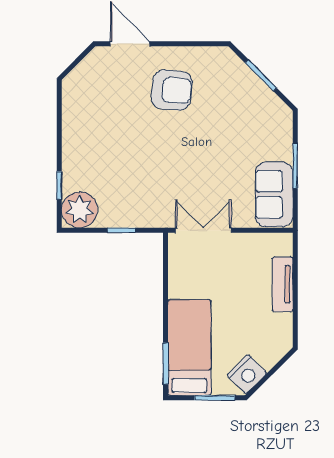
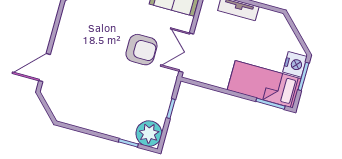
armchair: (172, 90) -> (141, 50), moved, turned 85
nightstand: (247, 374) -> (295, 64), moved, turned 45

